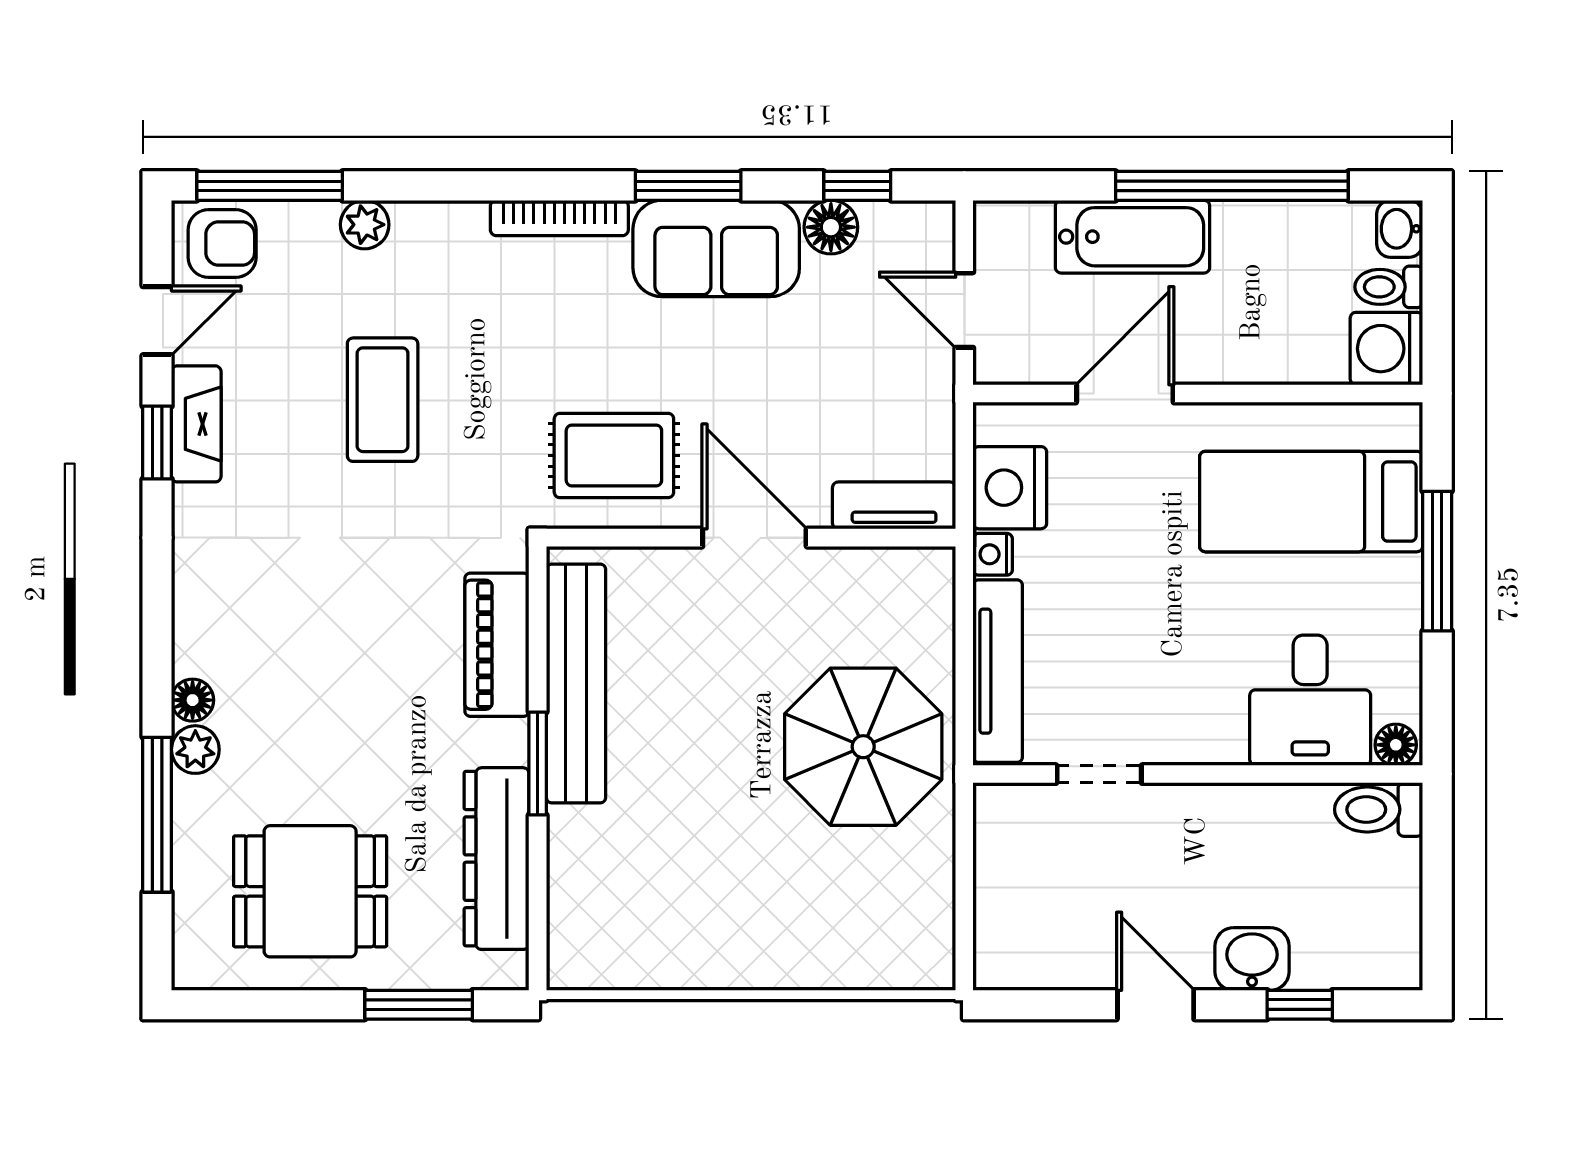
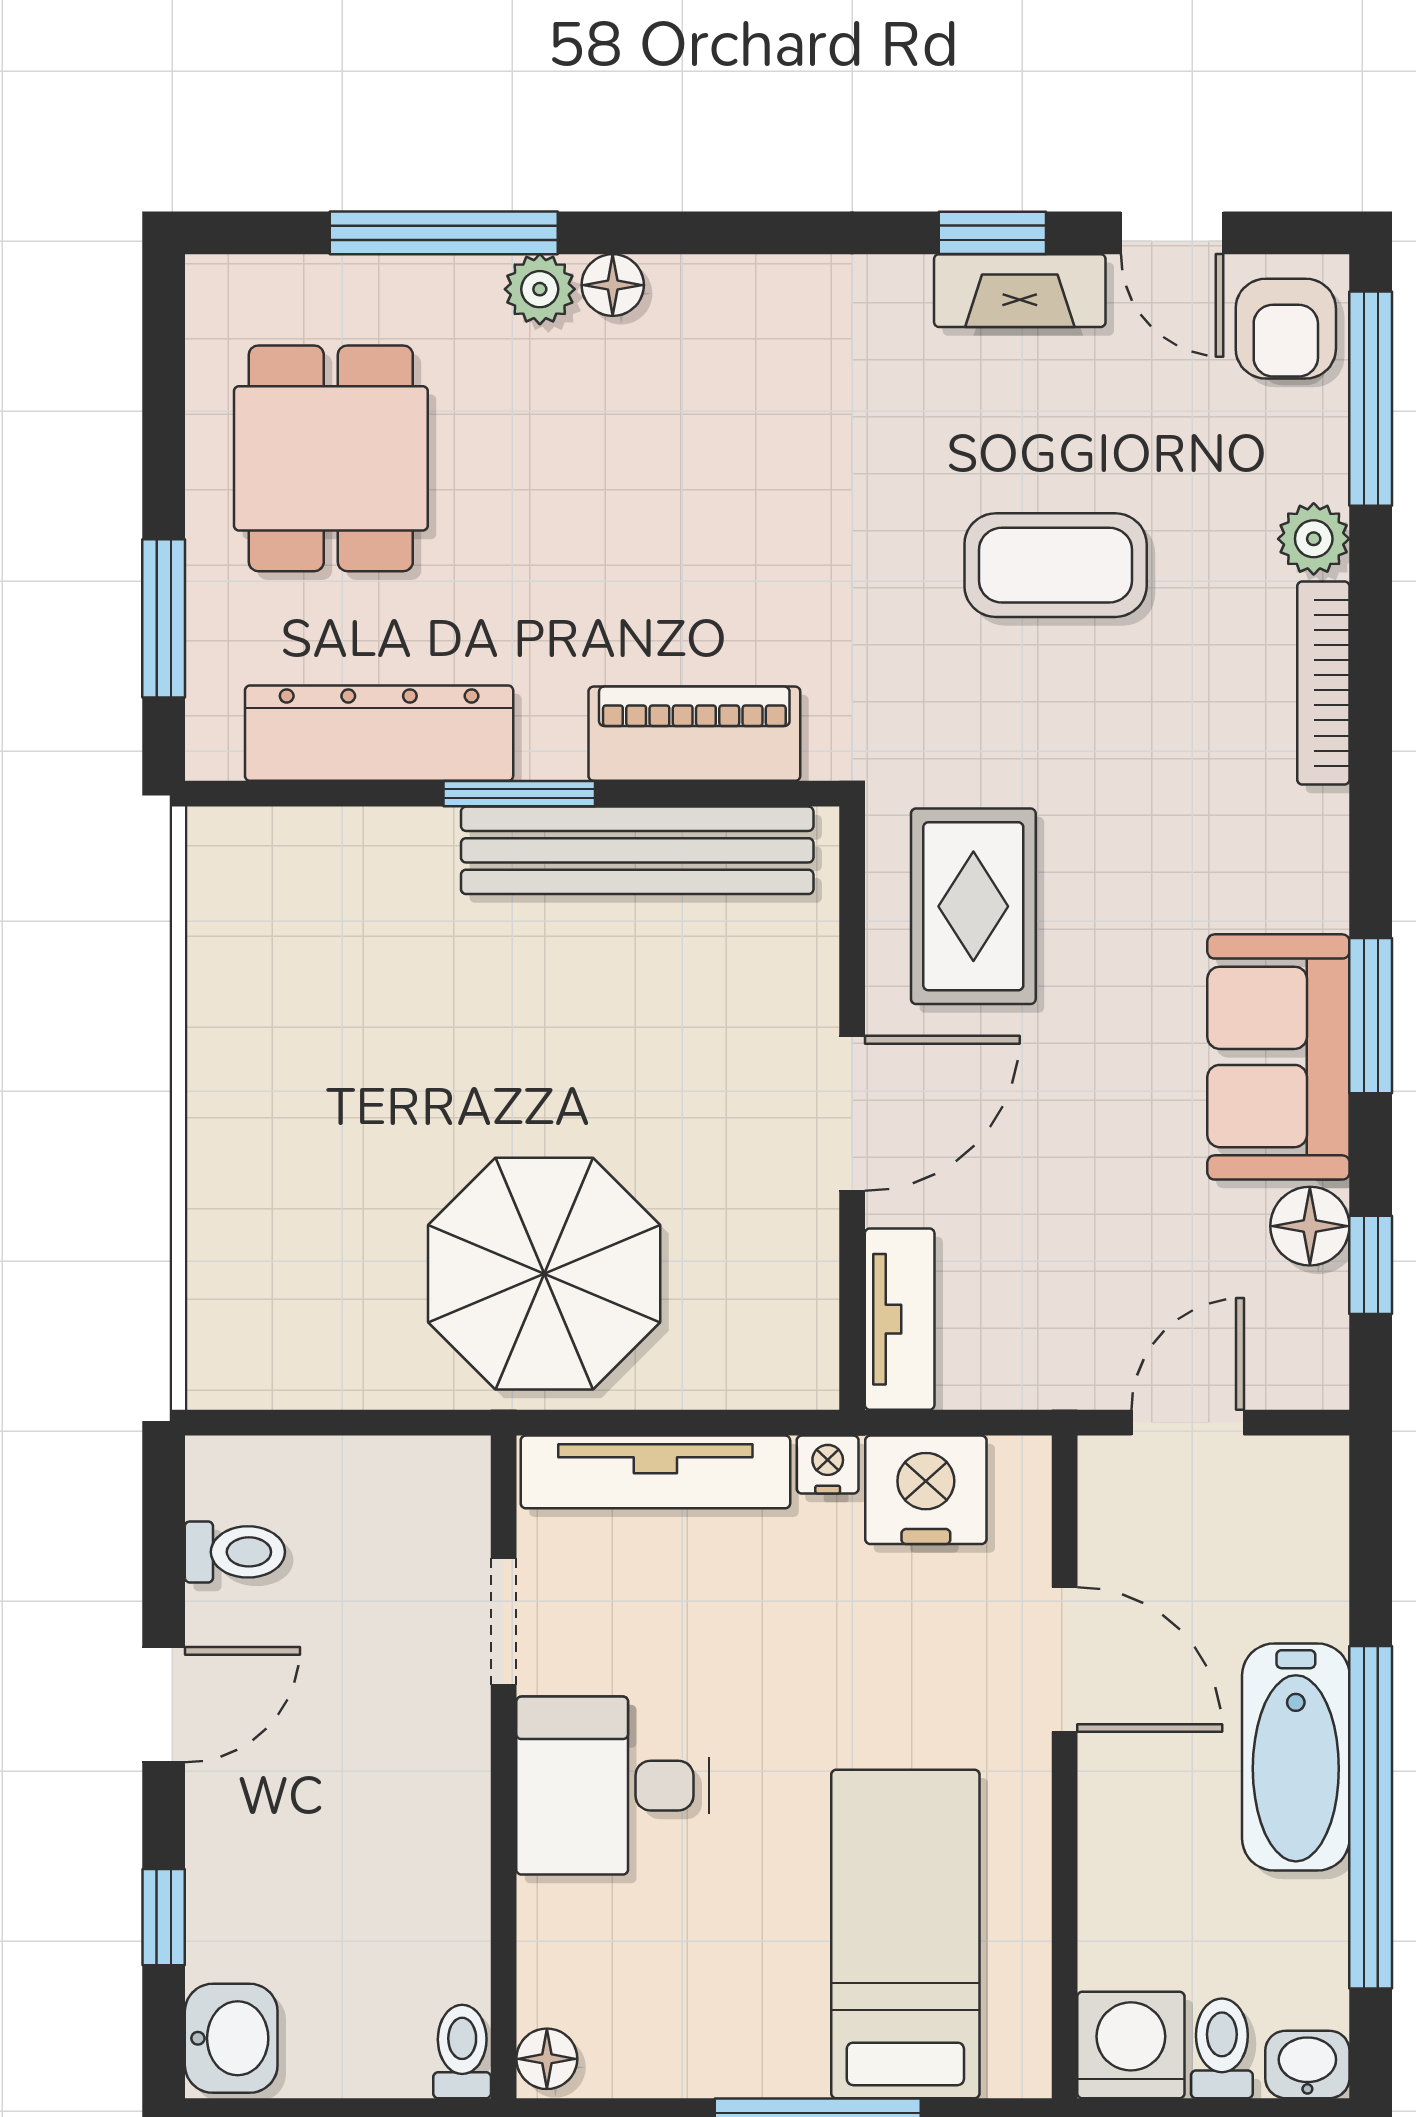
bookcase: (559, 218) -> (1323, 683), moved
bathtub: (1133, 237) -> (1296, 1757), moved
desk: (1310, 700) -> (613, 1786), moved
toilet: (1379, 809) -> (462, 2052), width x0.73, depth x0.72
toilet: (1052, 956) -> (235, 1552), added
washbasin: (1252, 959) -> (231, 2038), moved

